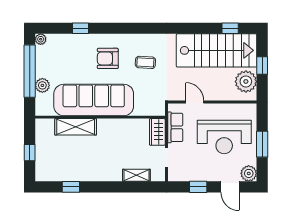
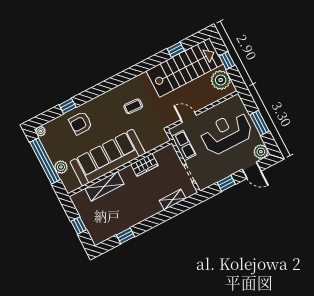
window: (230, 28) -> (176, 50), moved
armchair: (108, 58) -> (81, 123), moved
wardrobe: (157, 132) -> (144, 165), moved, turned -90
reception desk: (224, 137) -> (226, 133), turned 180

